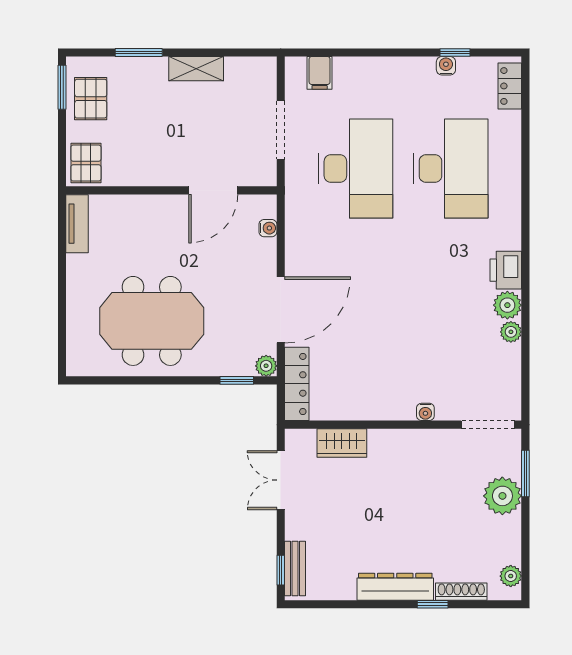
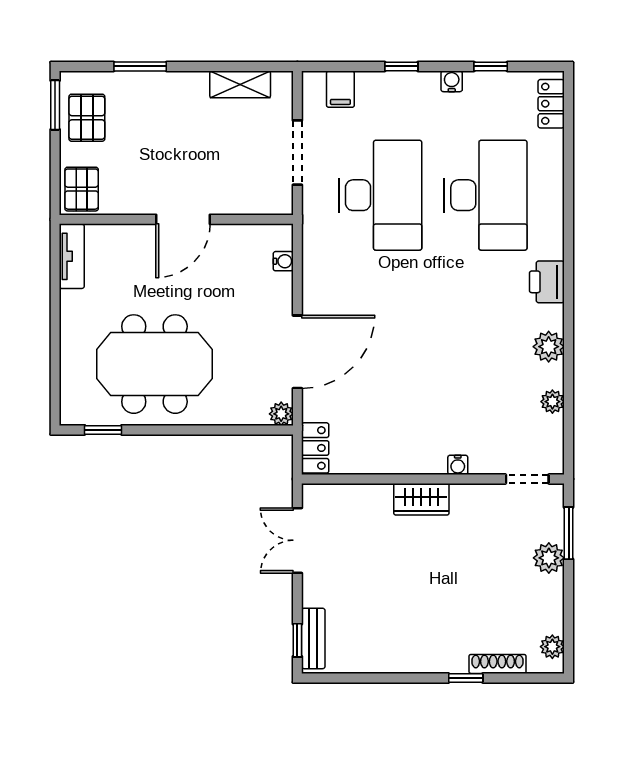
window: (375, 52) -> (401, 66), added
water cooler: (446, 66) -> (452, 81), moved
shelving: (196, 69) -> (240, 84), moved
door: (213, 190) -> (183, 219), moved
printer: (506, 270) -> (547, 282), moved
plant: (511, 332) -> (552, 402), moved
window: (237, 380) -> (103, 430), moved
locker: (297, 384) -> (315, 448), width x0.66
doorway: (488, 425) -> (527, 479), width x0.73
wardrobe: (342, 443) -> (421, 499), moved
plant: (502, 496) -> (549, 558), width x0.73, depth x0.73
dresser: (395, 587) -> (424, 659), removed

